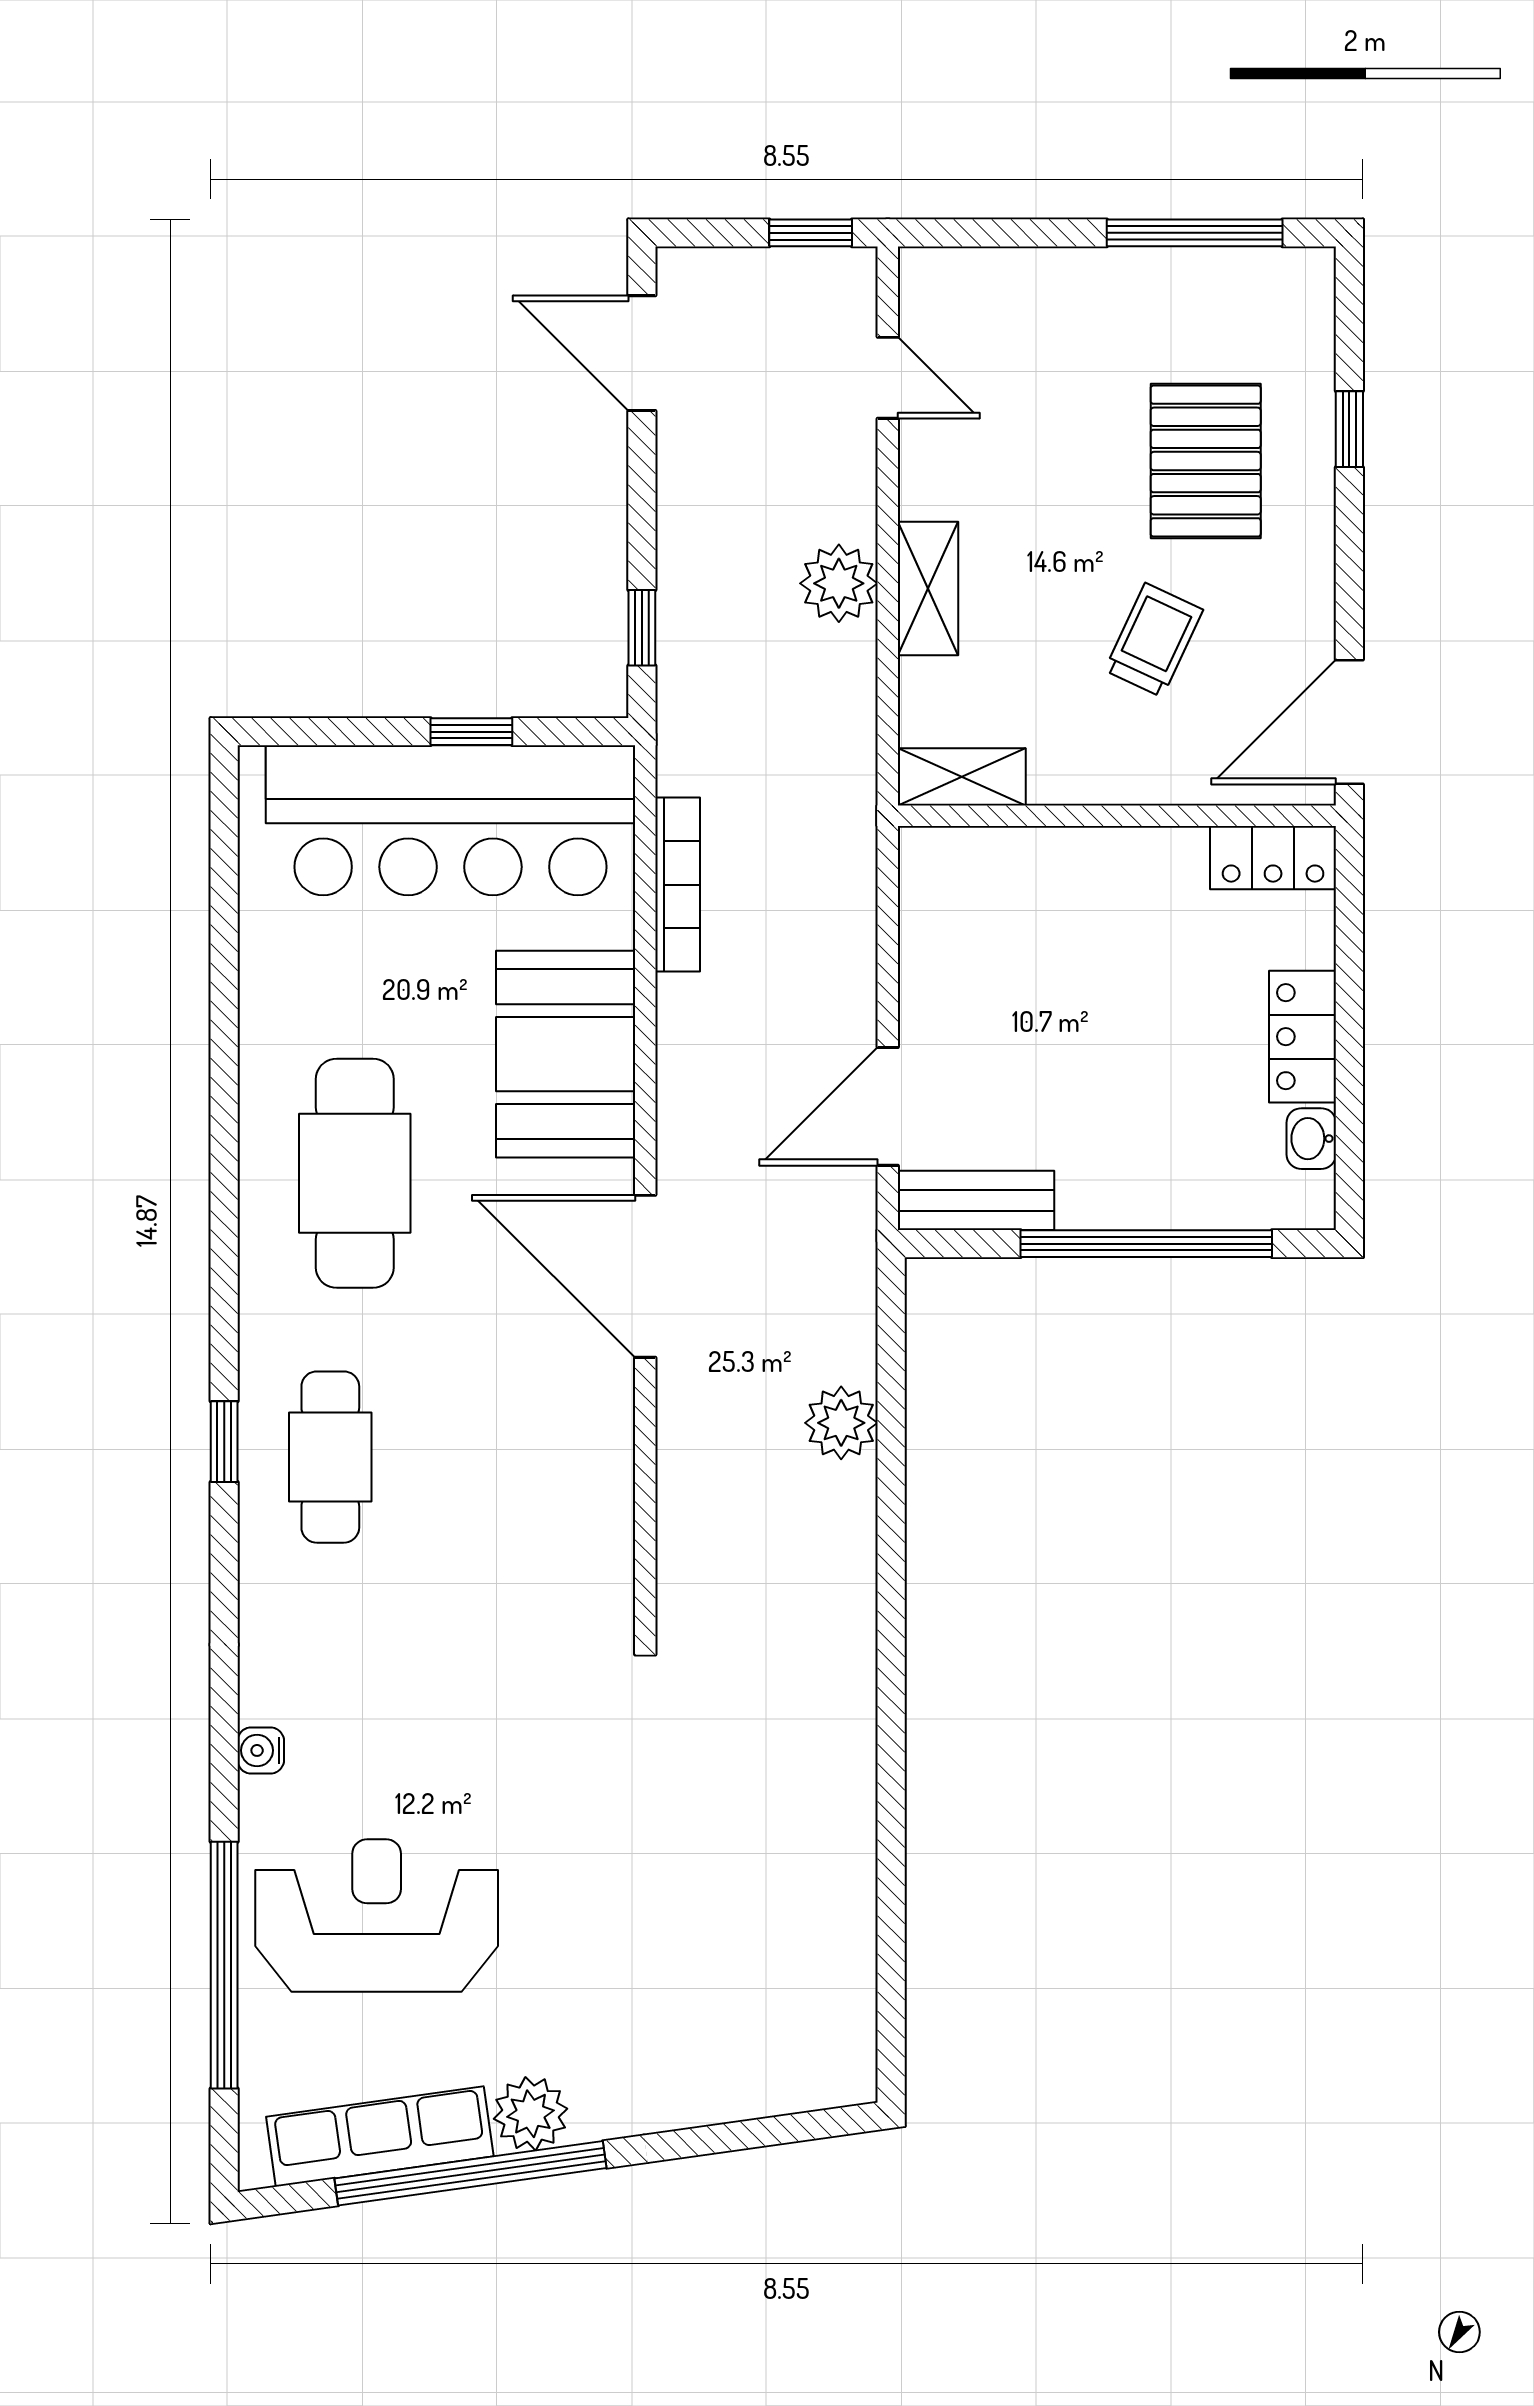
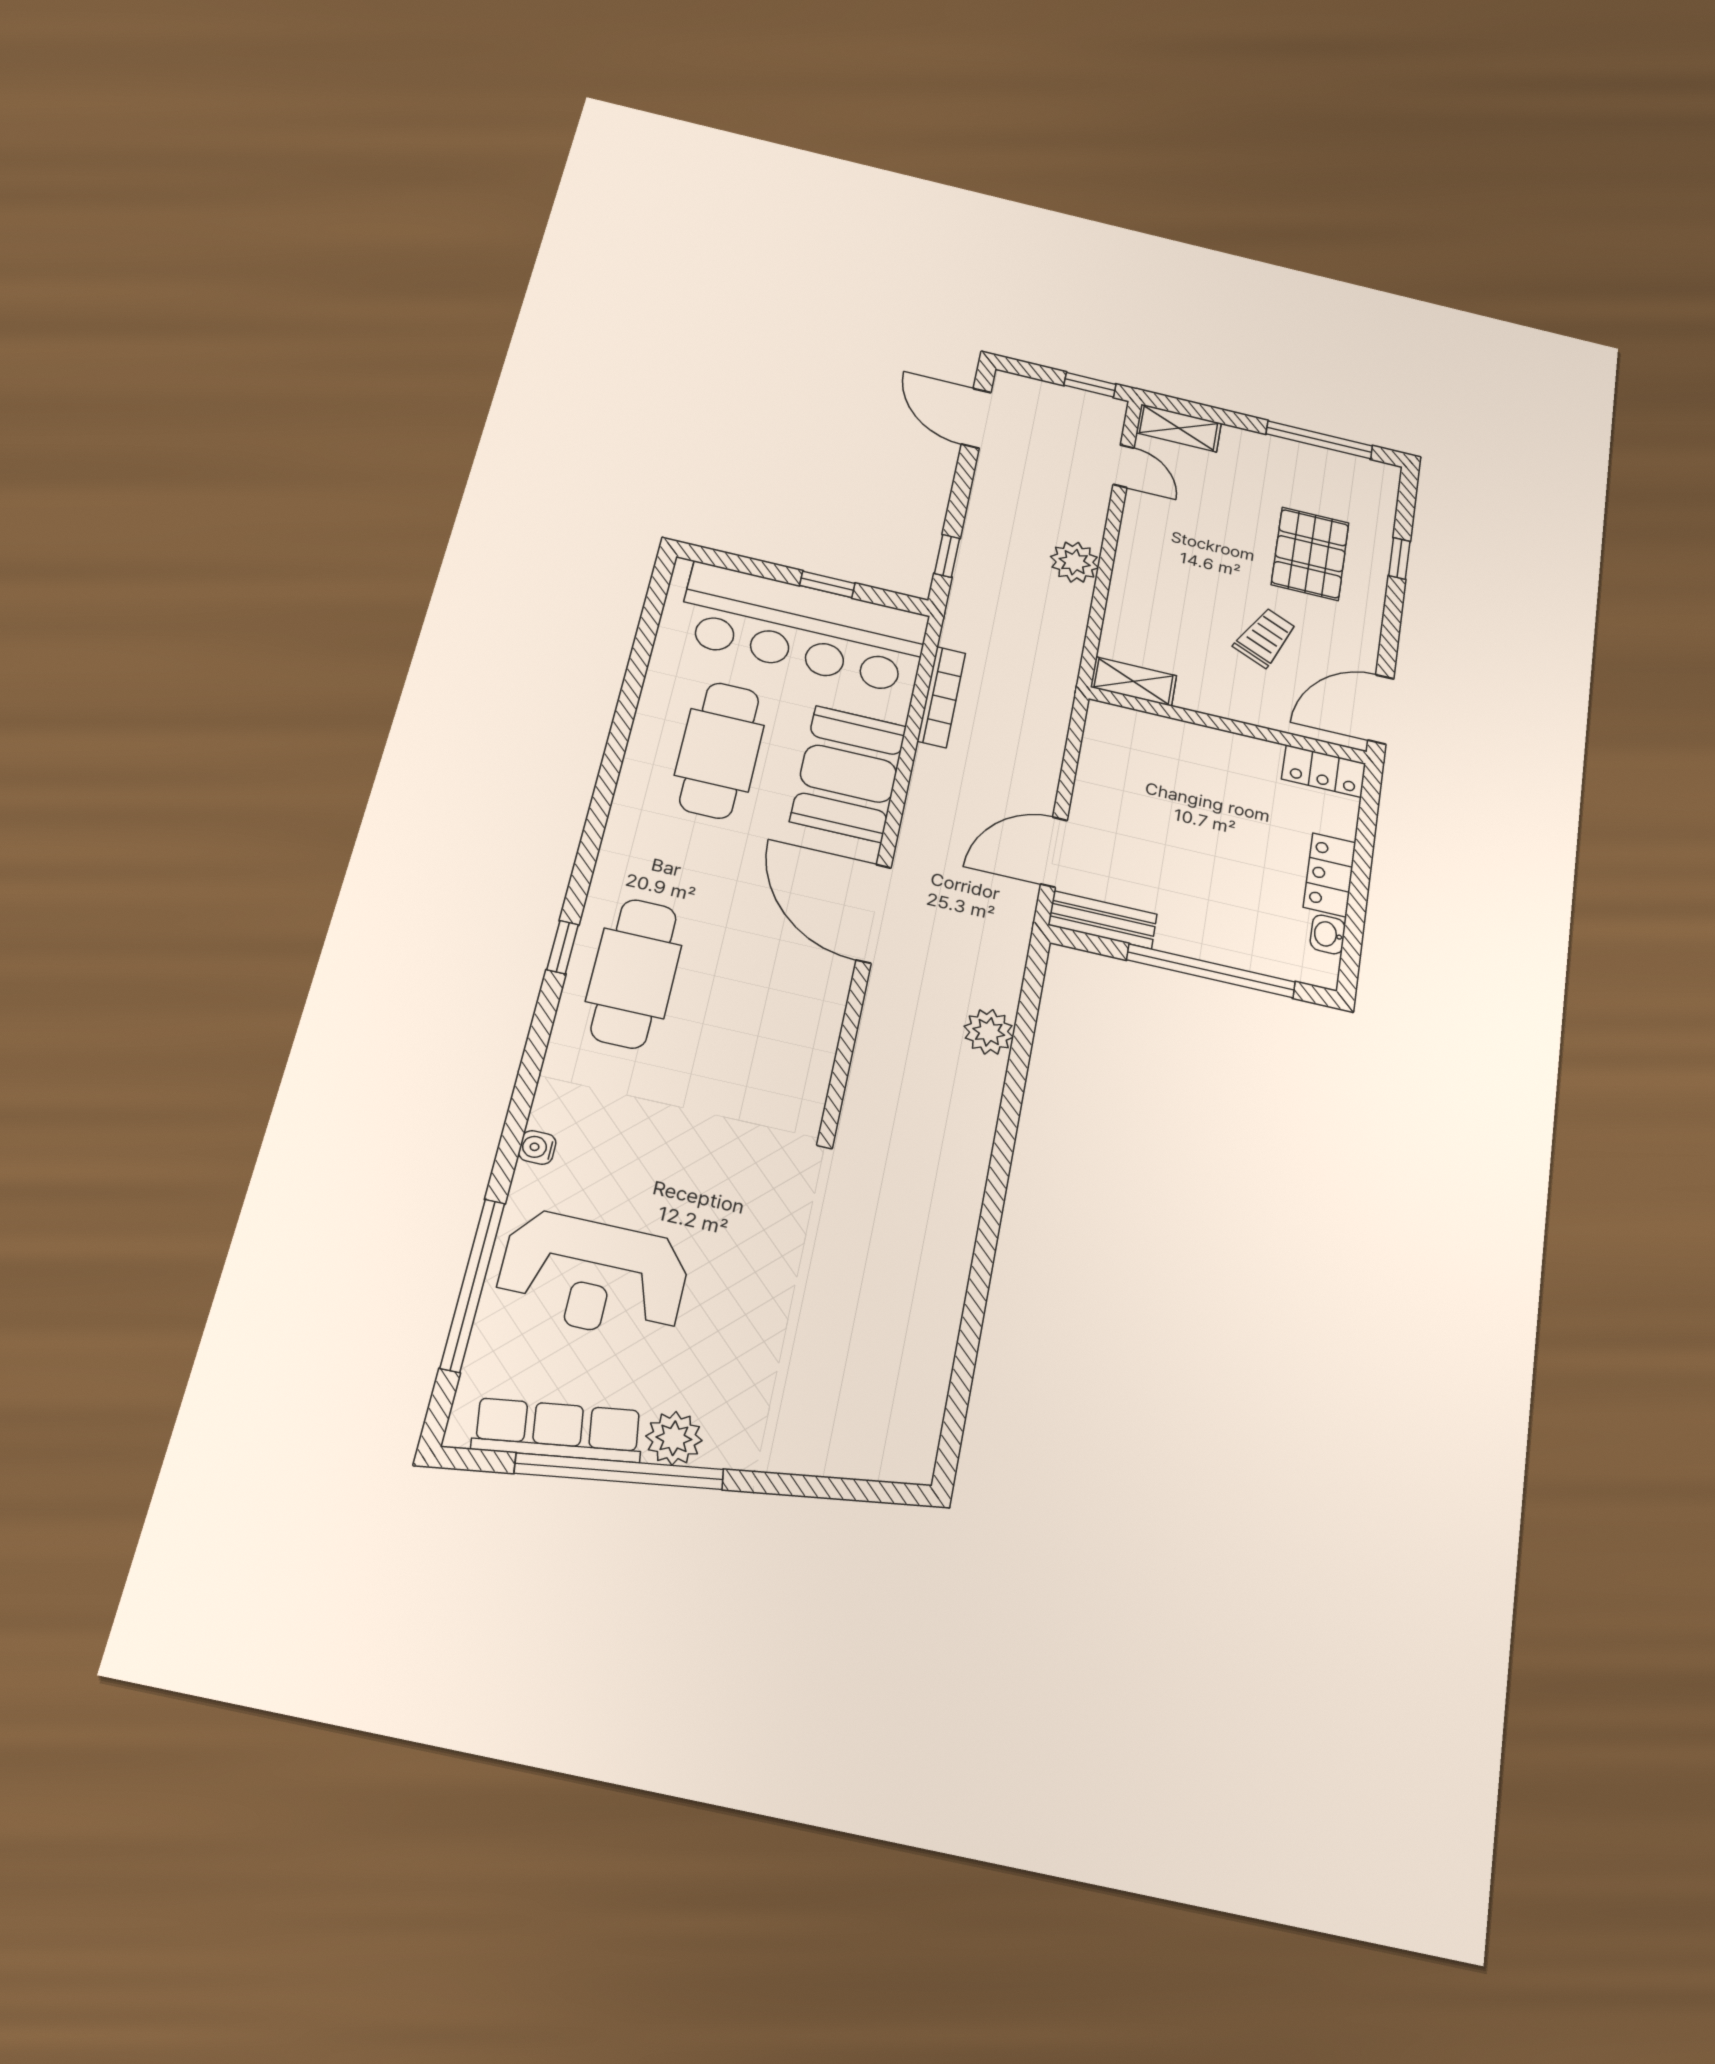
shelving: (928, 589) -> (1179, 428), moved, turned 90
cafe table: (355, 1173) -> (719, 750), moved
cafe table: (330, 1457) -> (634, 973), width x1.37, depth x1.35
reception desk: (377, 1916) -> (593, 1276), turned 180

